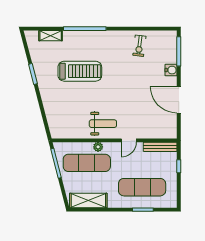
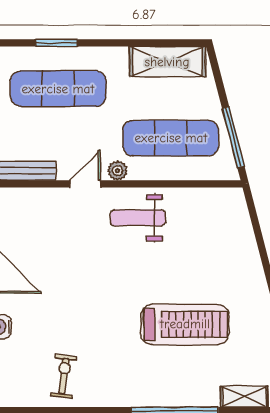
treadmill: (80, 71) -> (185, 324), turned 180
plant: (98, 147) -> (118, 171), moved

